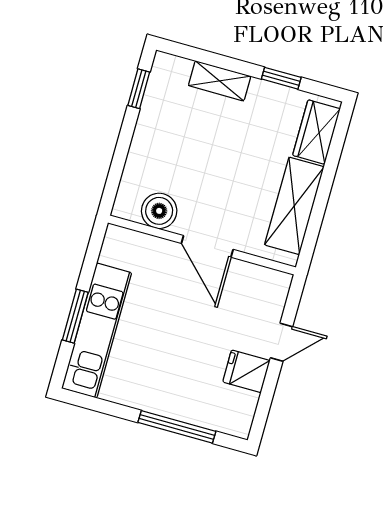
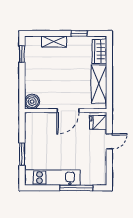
boiler: (159, 211) -> (32, 102), moved
door: (207, 246) -> (68, 111), hinge flipped
kitchen unit: (97, 331) -> (52, 178), moved, turned -90
fridge: (246, 371) -> (98, 122), moved

